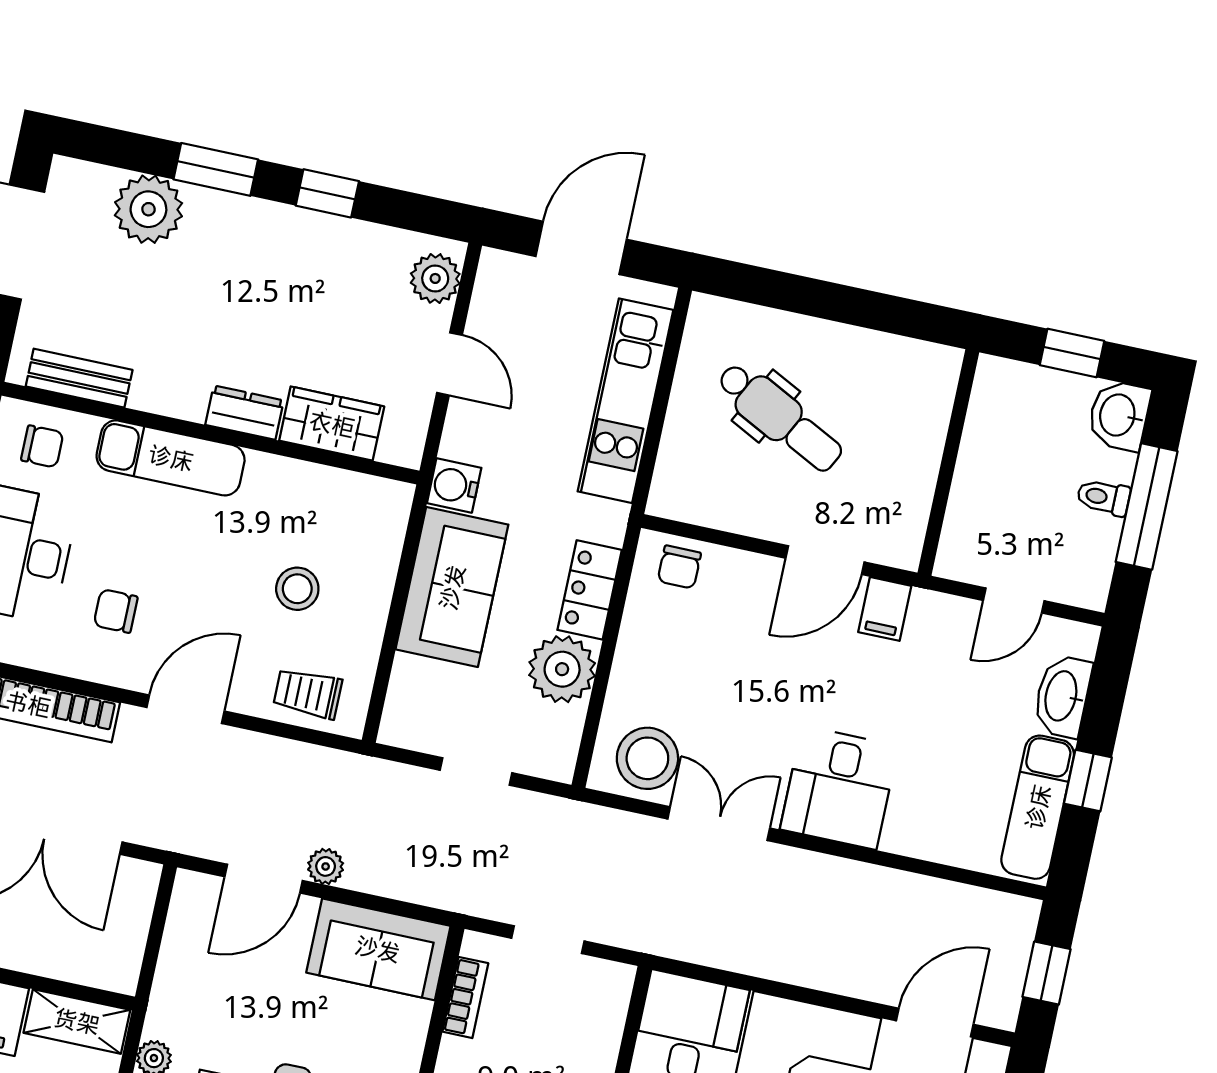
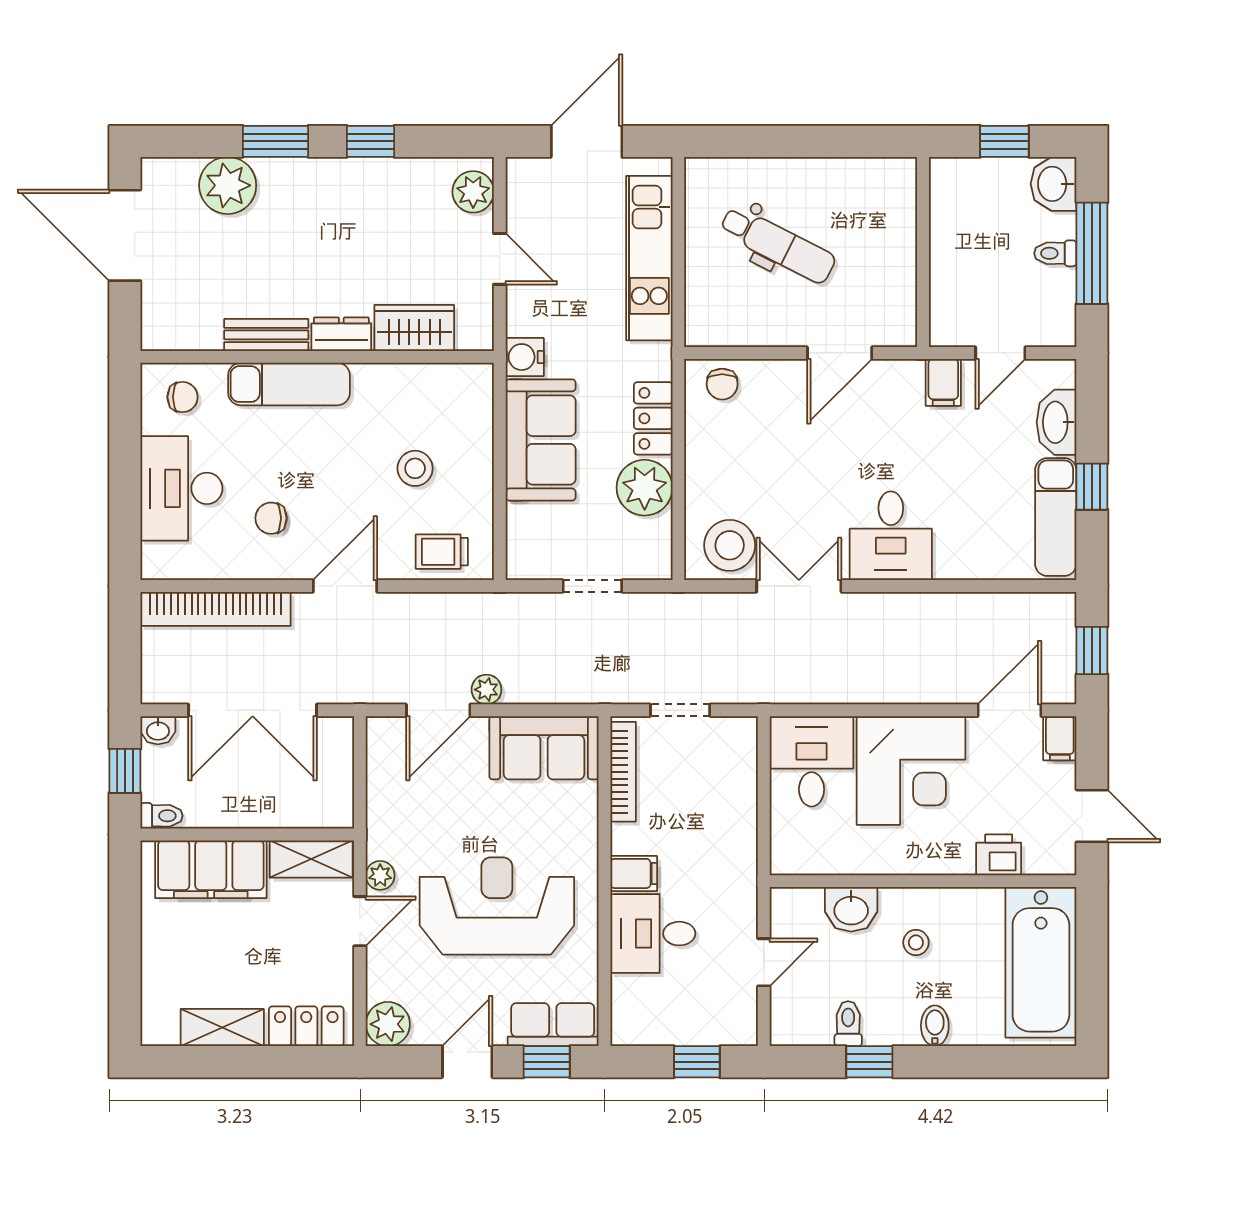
bench: (79, 378) -> (266, 335), moved
filing cabinet: (885, 609) -> (943, 382), moved
bookcase: (465, 997) -> (623, 772), width x1.56

